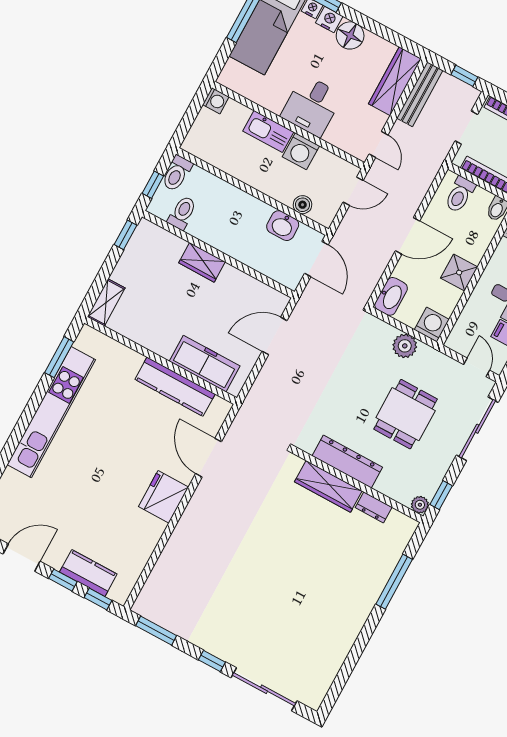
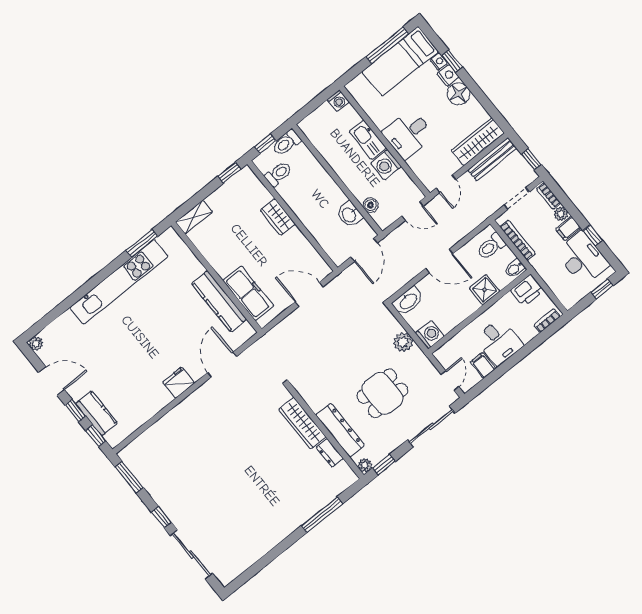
shower: (459, 273) -> (484, 290), moved
dresser: (347, 462) -> (340, 430), moved
fridge: (164, 497) -> (179, 383), width x0.73, depth x0.75

